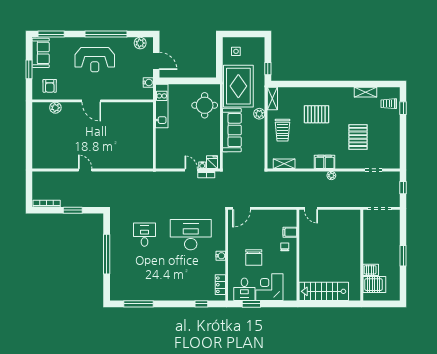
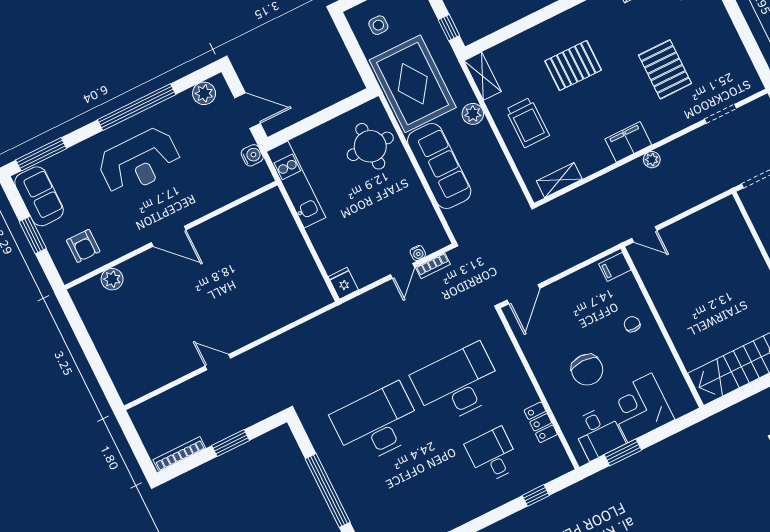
fridge: (212, 162) -> (343, 283), moved
door: (191, 170) -> (402, 271), swing flipped
filing cabinet: (290, 232) -> (615, 267), moved
desk: (144, 235) -> (377, 424), width x1.87, depth x1.30
water cooler: (221, 256) -> (528, 395), removed
desk: (191, 275) -> (493, 455), added
locker: (220, 285) -> (541, 422), moved

